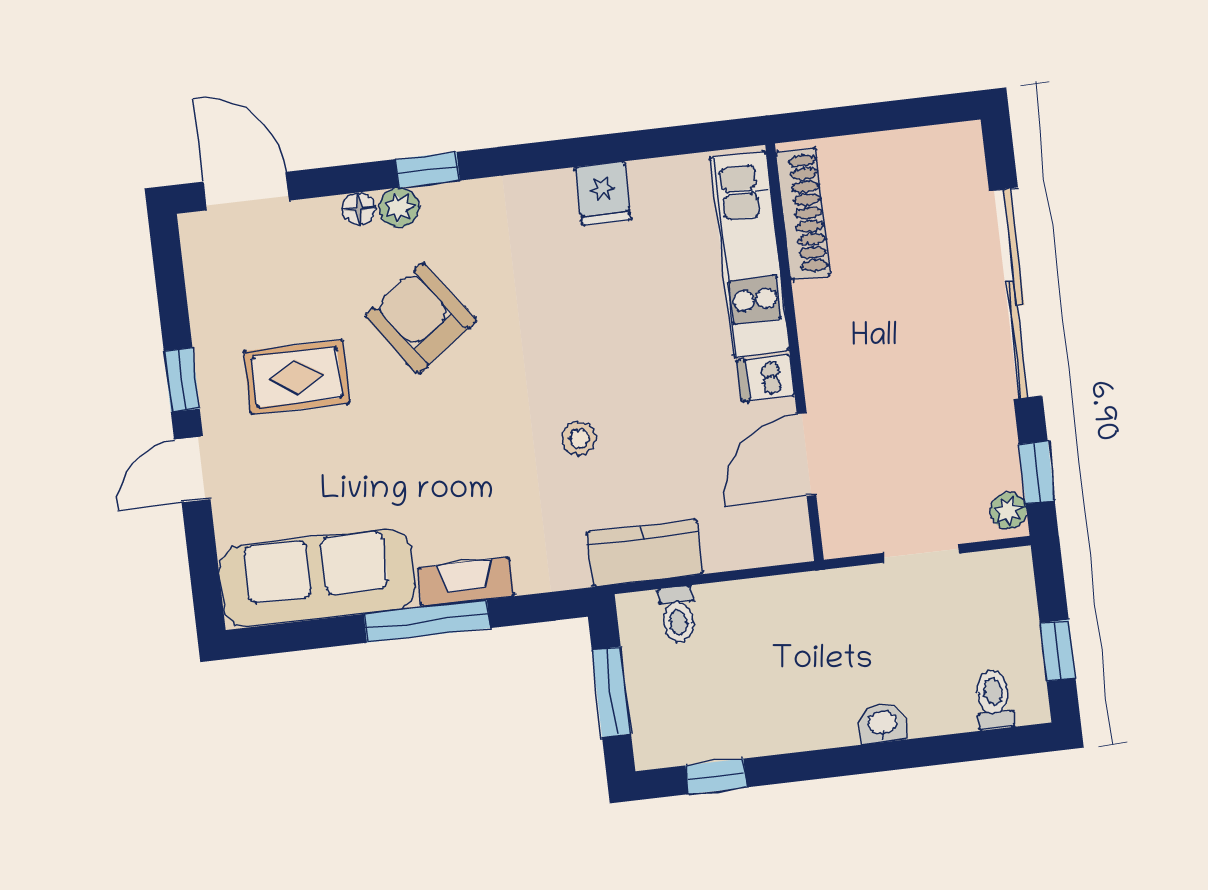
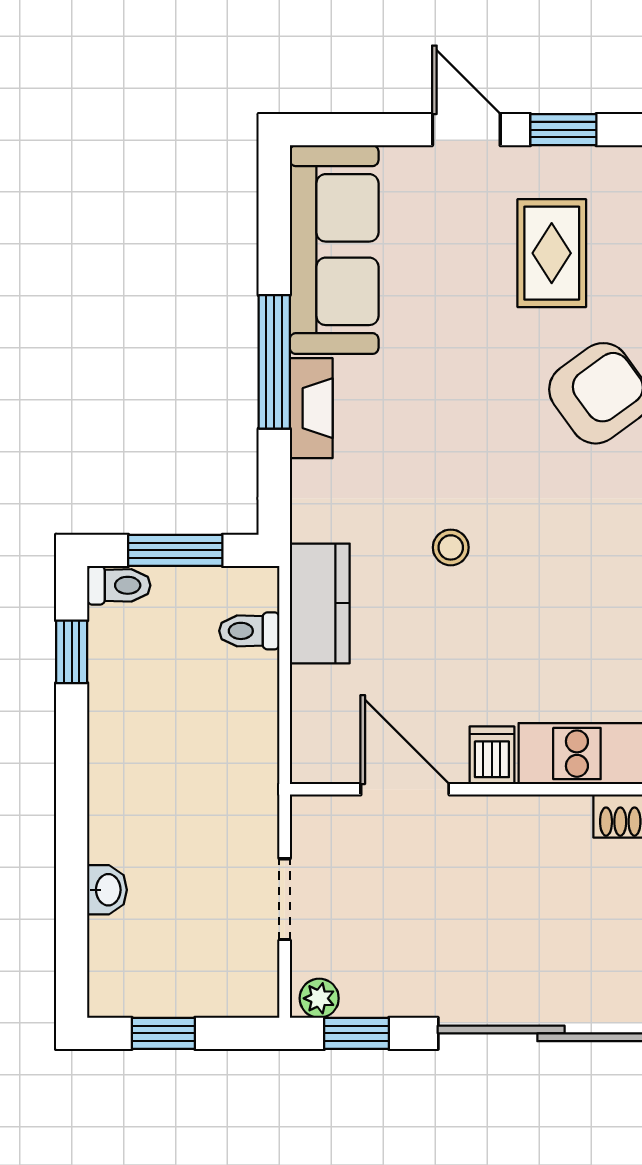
toilet: (994, 700) -> (119, 585), moved
washbasin: (883, 724) -> (107, 890), moved

